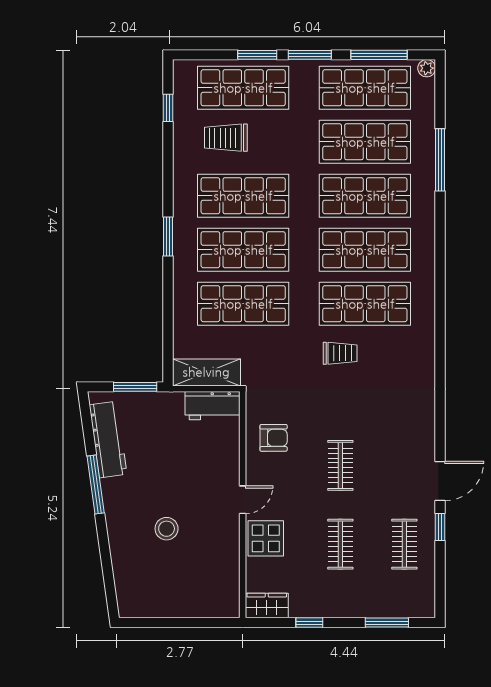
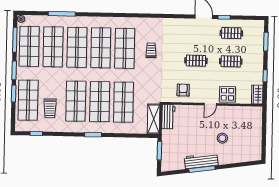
trolley: (340, 353) -> (151, 50), moved
workbench: (108, 440) -> (201, 161), moved
door: (243, 500) -> (210, 104), swing flipped

